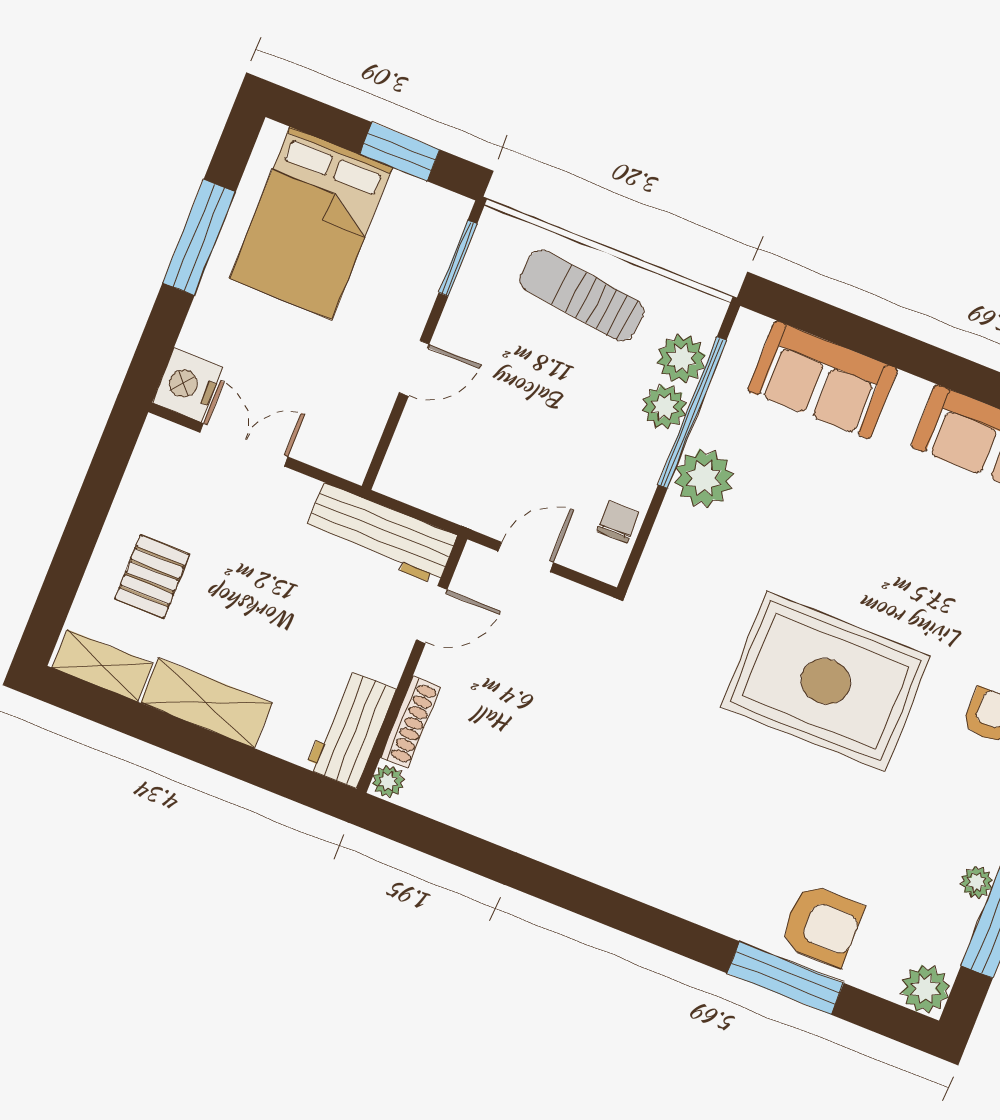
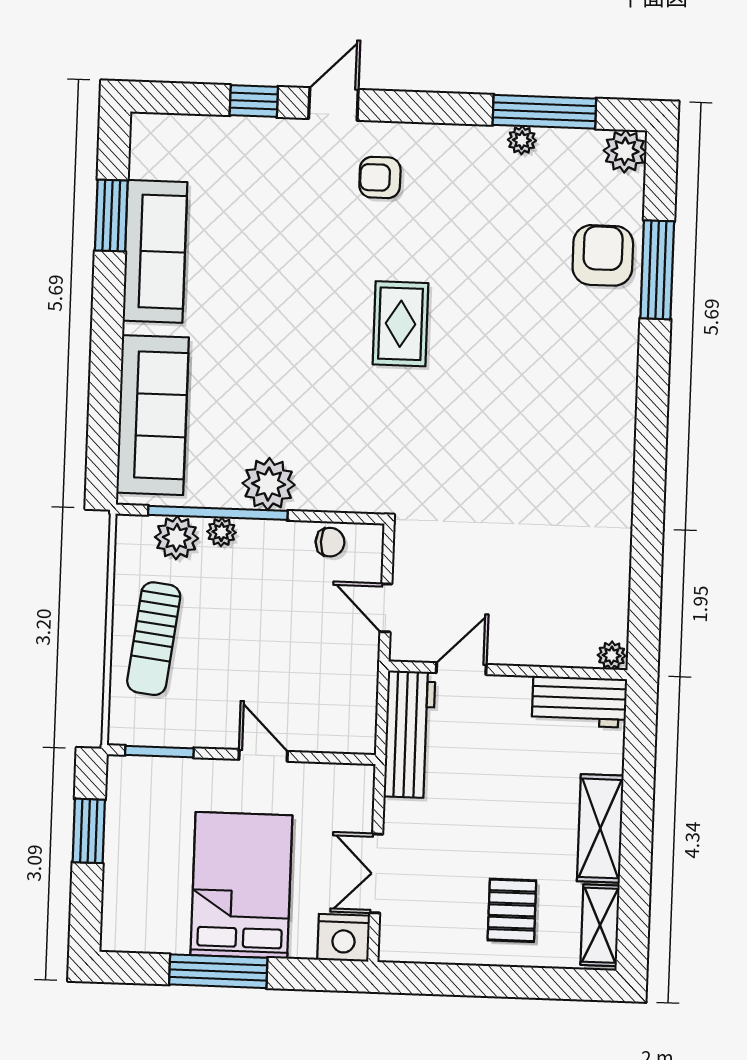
bed: (311, 223) -> (241, 885), moved, turned -90
sofa: (822, 380) -> (153, 415), width x1.36
plant: (665, 407) -> (222, 532), width x0.73, depth x0.73
chair: (618, 522) -> (330, 542), turned 180
pallet: (152, 577) -> (512, 910), turned 90
door: (432, 615) -> (461, 669), hinge flipped
rug: (826, 681) -> (401, 324), width x0.54, depth x0.49
shoe rack: (410, 722) -> (556, 654), removed

